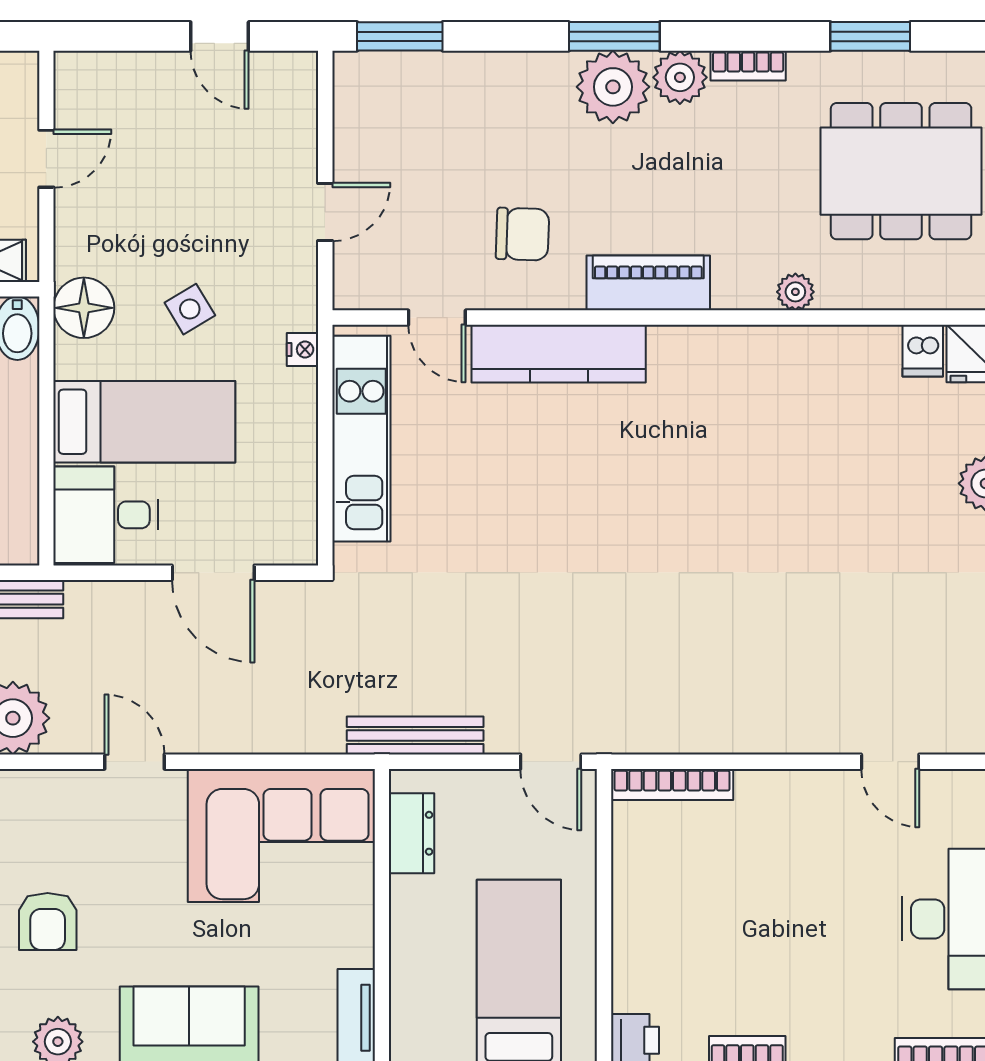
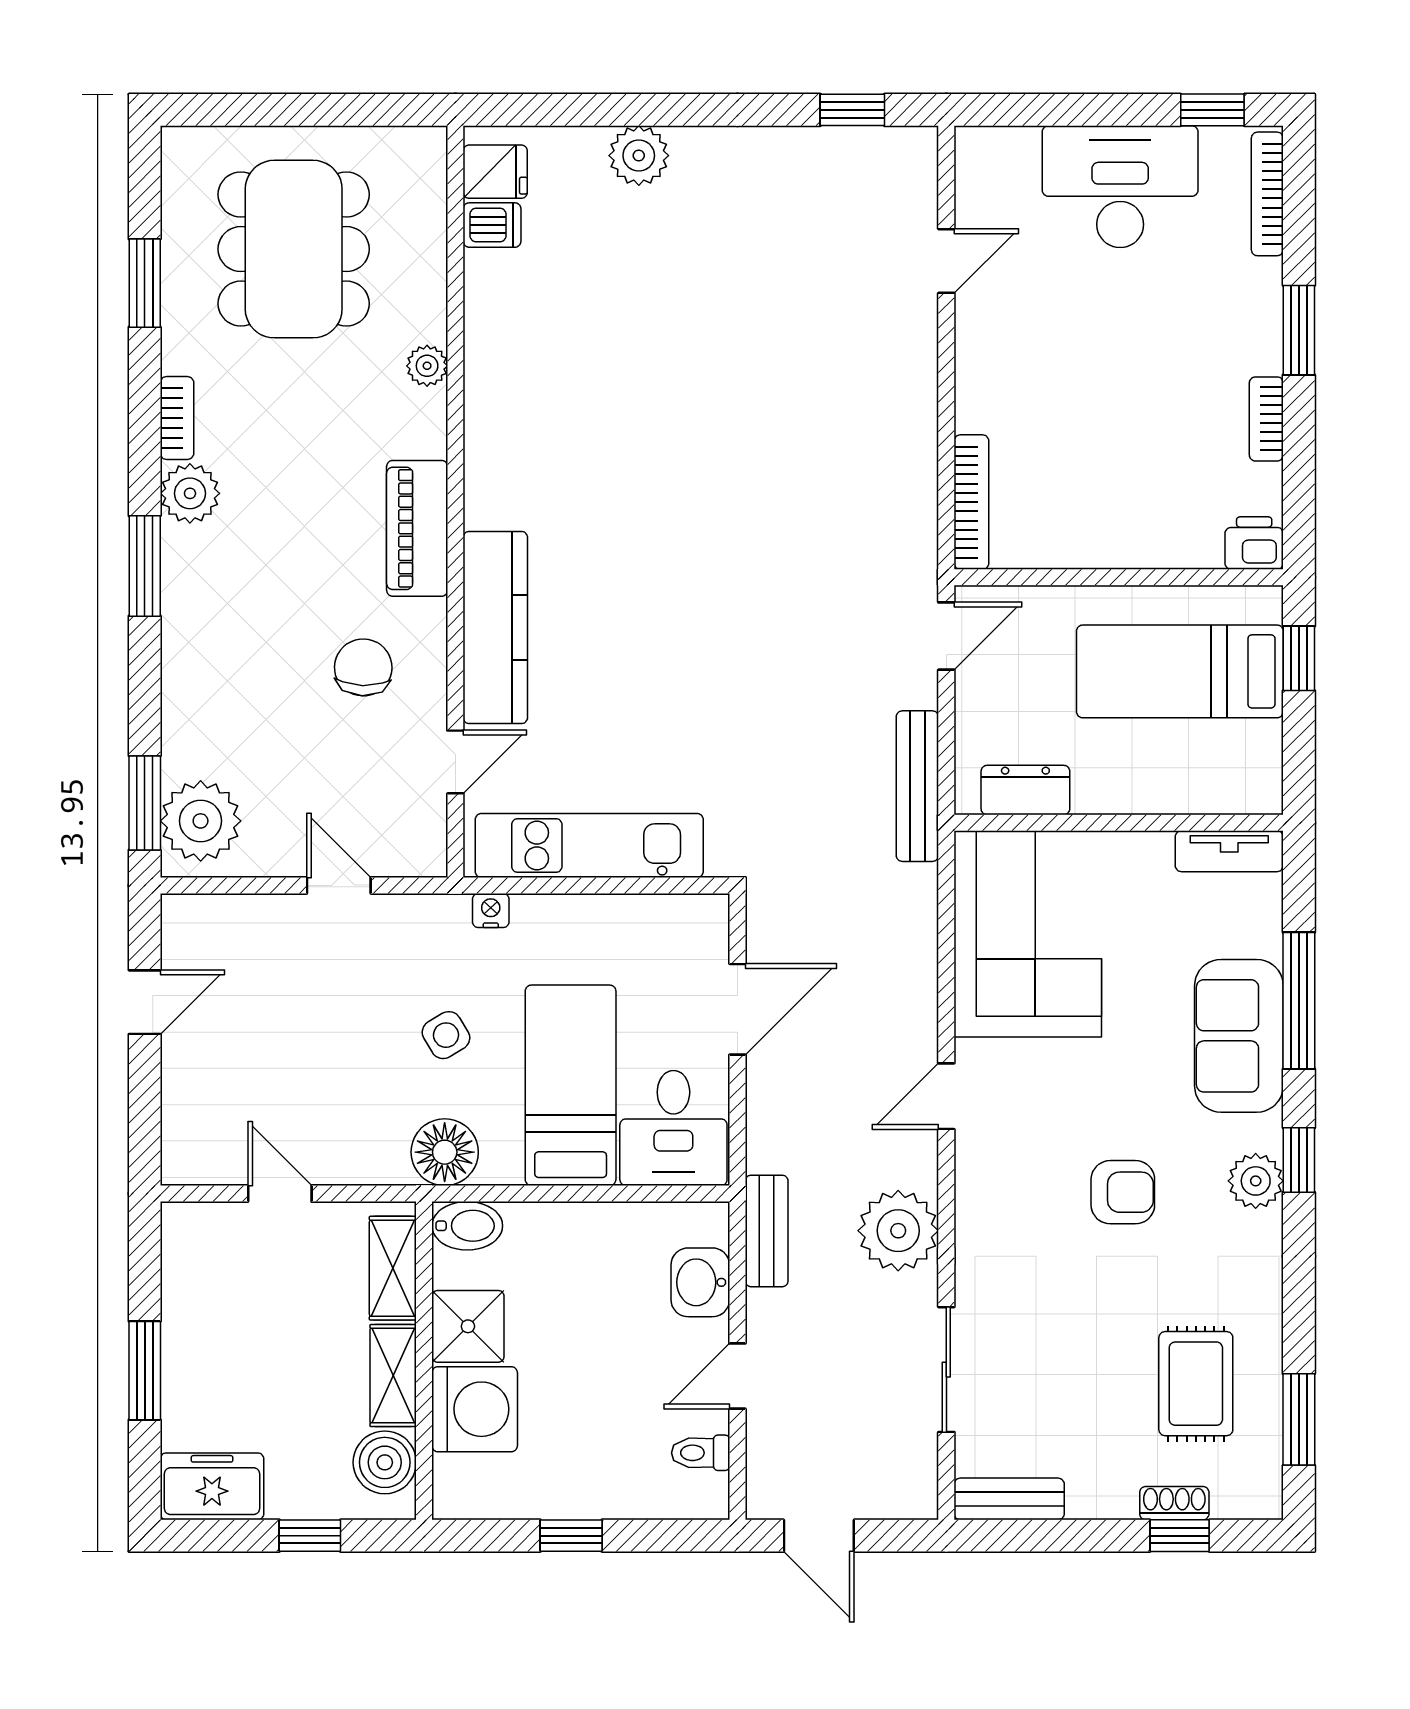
plant: (613, 87) -> (201, 821), moved

